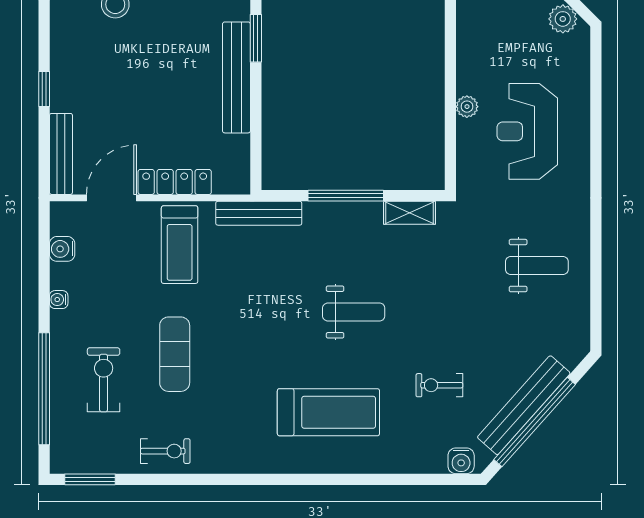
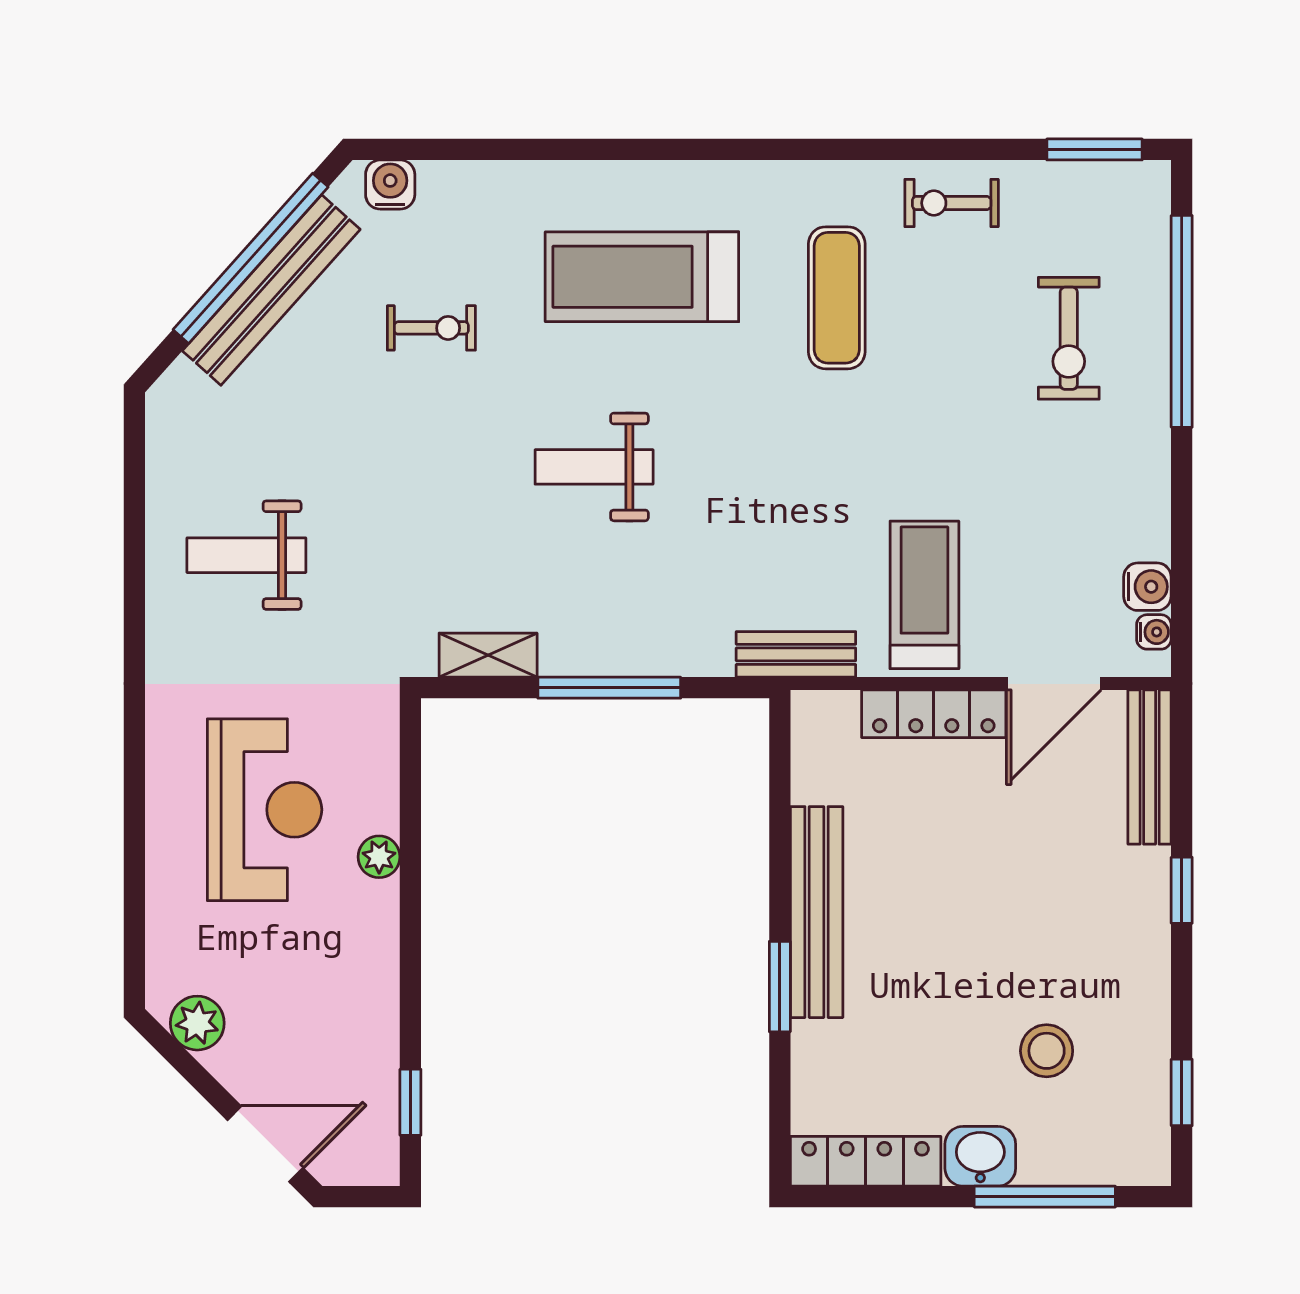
bench: (259, 213) -> (796, 654), width x0.73
water cooler: (59, 300) -> (1154, 632), moved
exercise mat: (175, 354) -> (837, 298), moved

